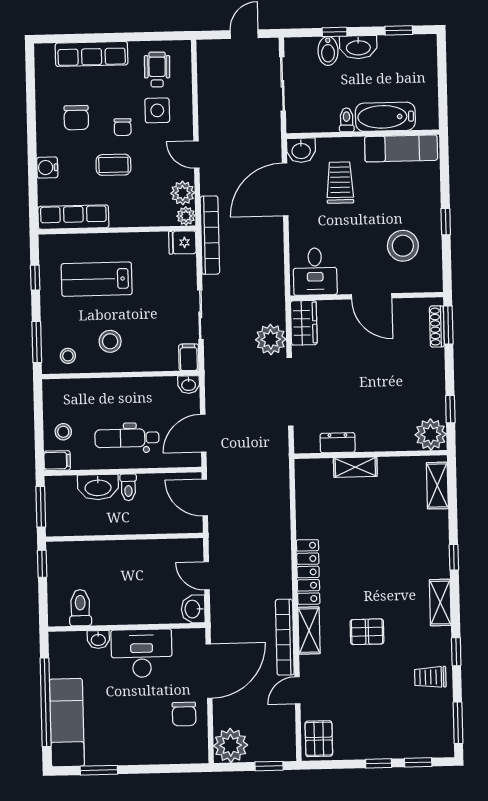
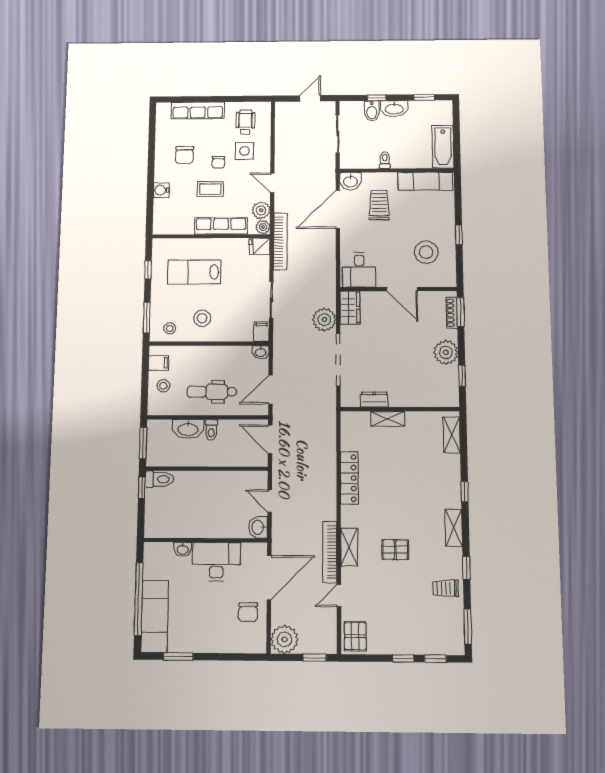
bathtub: (385, 117) -> (443, 147), moved, turned -90
row of seats: (73, 217) -> (221, 226), moved
plant: (431, 434) -> (446, 352), moved
filing cabinet: (57, 461) -> (159, 363), moved
locker: (308, 572) -> (349, 478), moved
toilet: (80, 608) -> (159, 479), moved, turned 90

